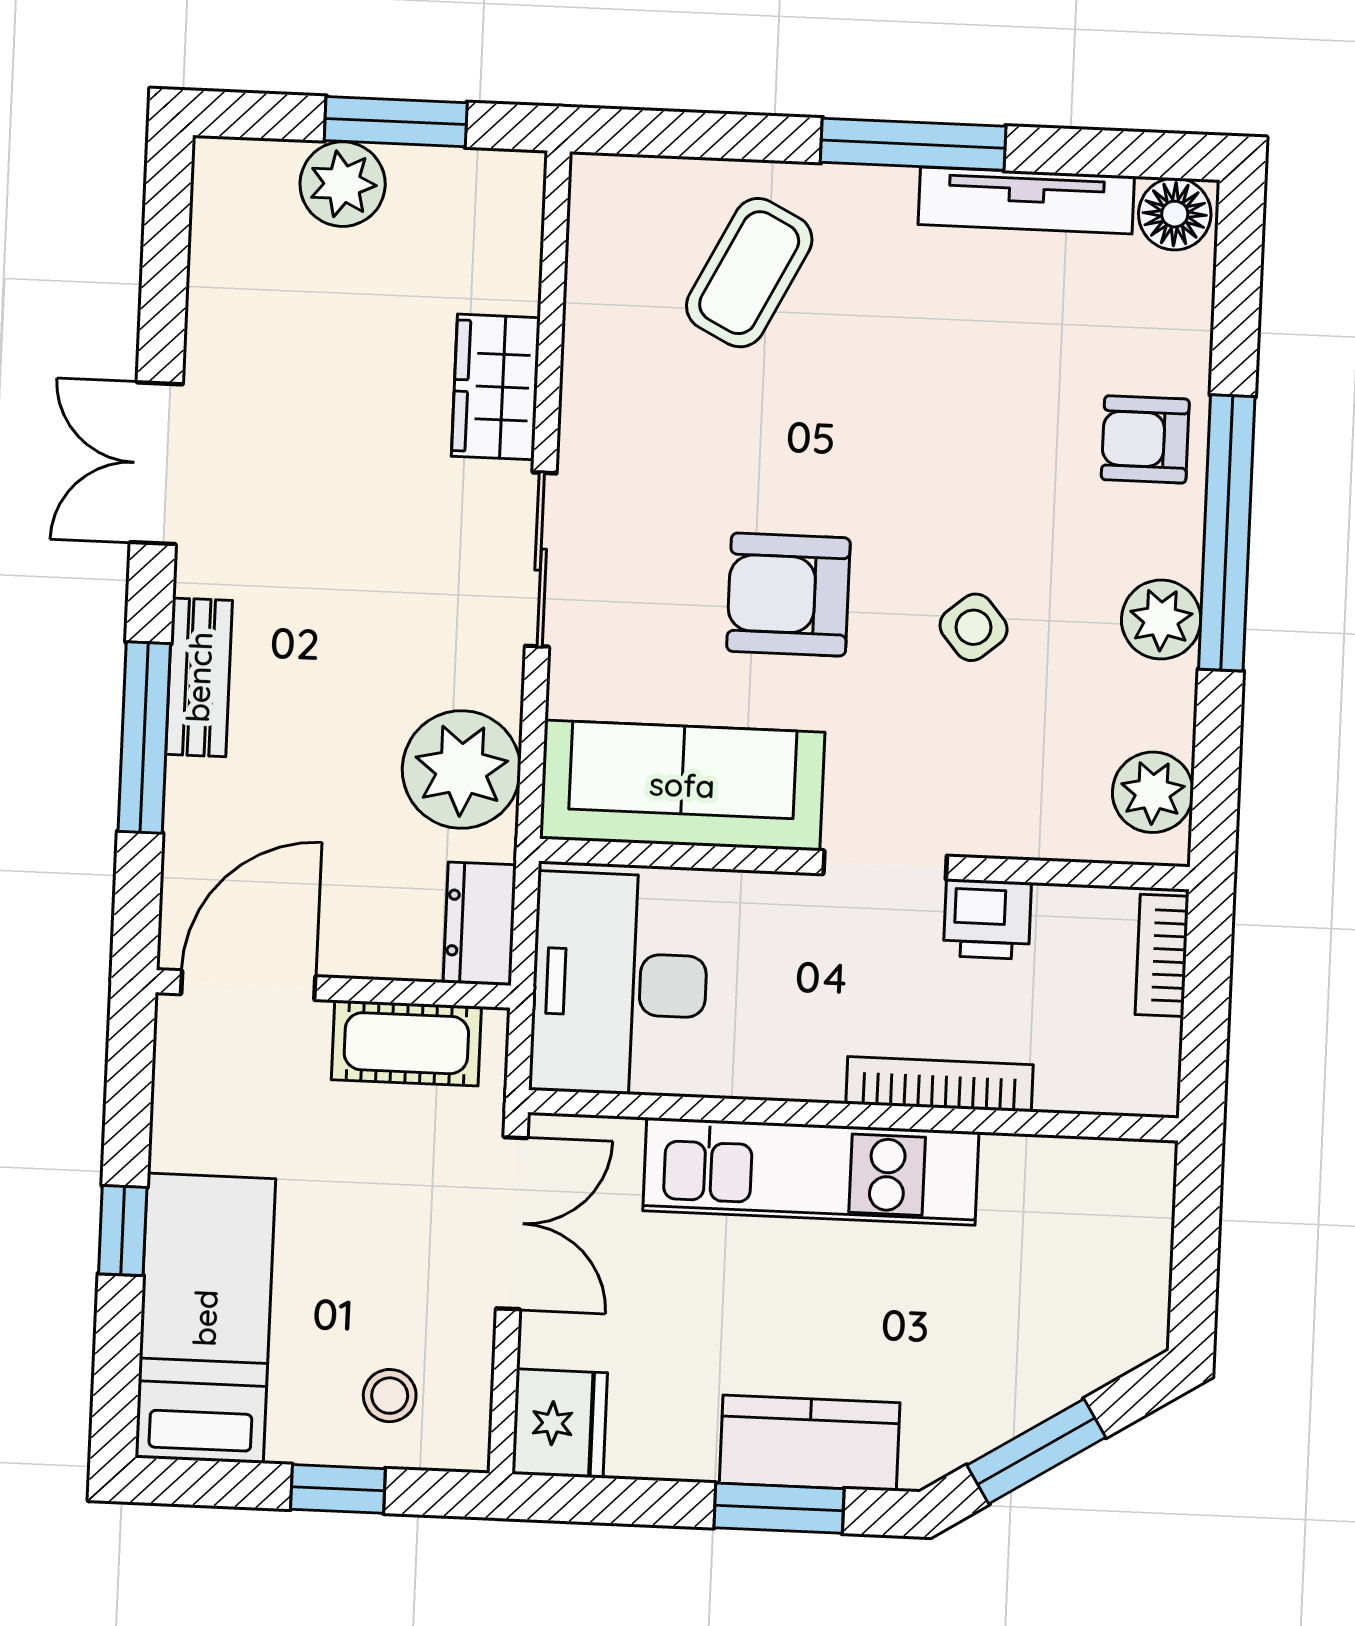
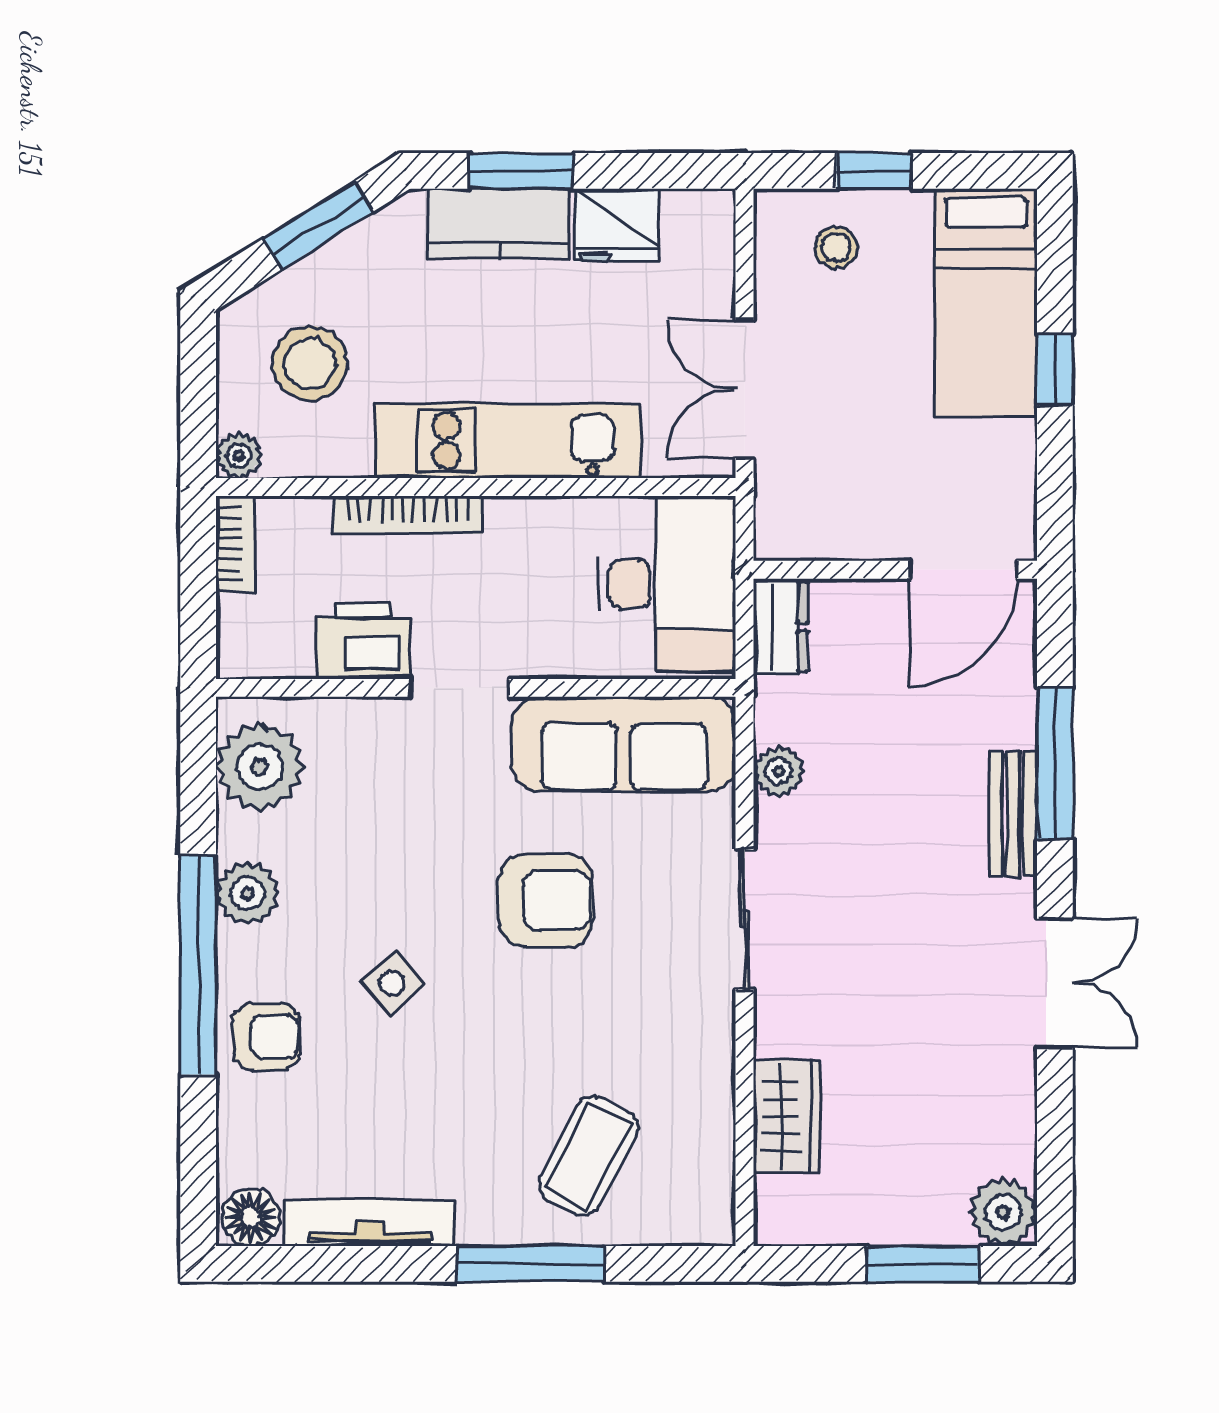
window: (396, 122) -> (923, 1264), moved
window: (913, 144) -> (531, 1264), moved
plant: (343, 184) -> (1003, 1212), moved
wardrobe: (496, 387) -> (786, 1117), moved
side table: (974, 627) -> (392, 983), moved
plant: (461, 769) -> (779, 771), width x0.53, depth x0.53
plant: (1153, 792) -> (260, 767), width x1.36, depth x1.36
printer: (987, 919) -> (363, 641), width x1.36, depth x1.24
bookcase: (1162, 955) -> (235, 544), moved
cot: (406, 1043) -> (835, 529), removed
plant: (1148, 1168) -> (239, 455), added
stool: (1054, 1279) -> (310, 363), added
fridge: (560, 1423) -> (617, 225), moved, turned -90

